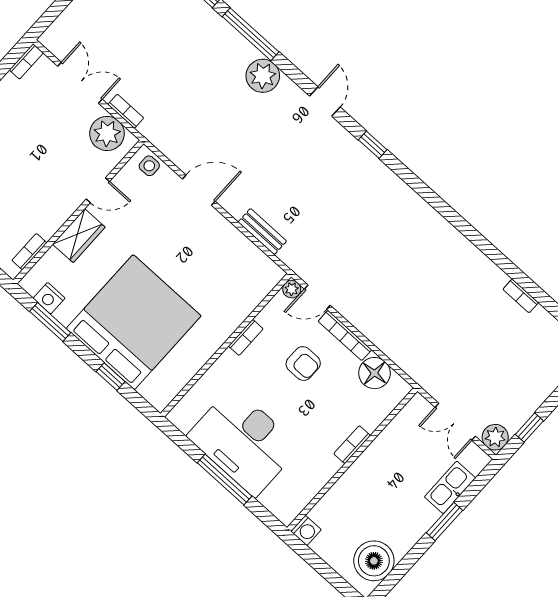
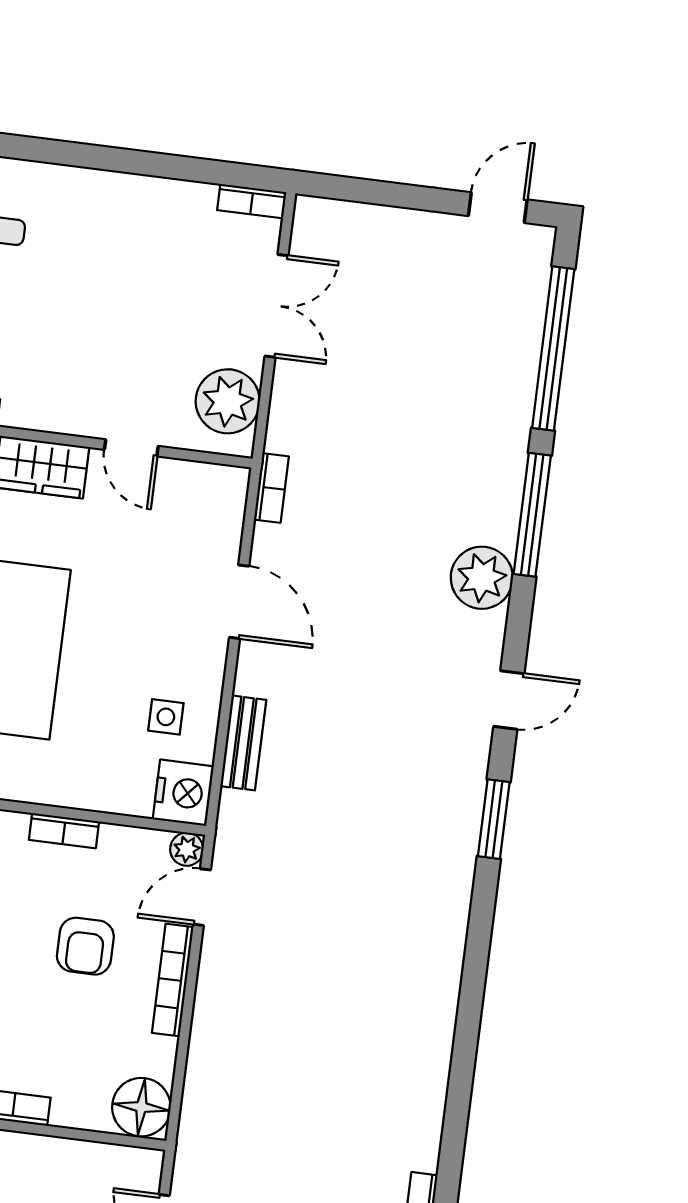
bookcase: (126, 111) -> (271, 488), moved
window: (373, 145) -> (494, 819), width x1.50
side table: (149, 166) -> (166, 717), moved
nightstand: (266, 273) -> (183, 793), added
door: (317, 297) -> (202, 897), hinge flipped
floor lamp: (374, 373) -> (141, 1107), moved

